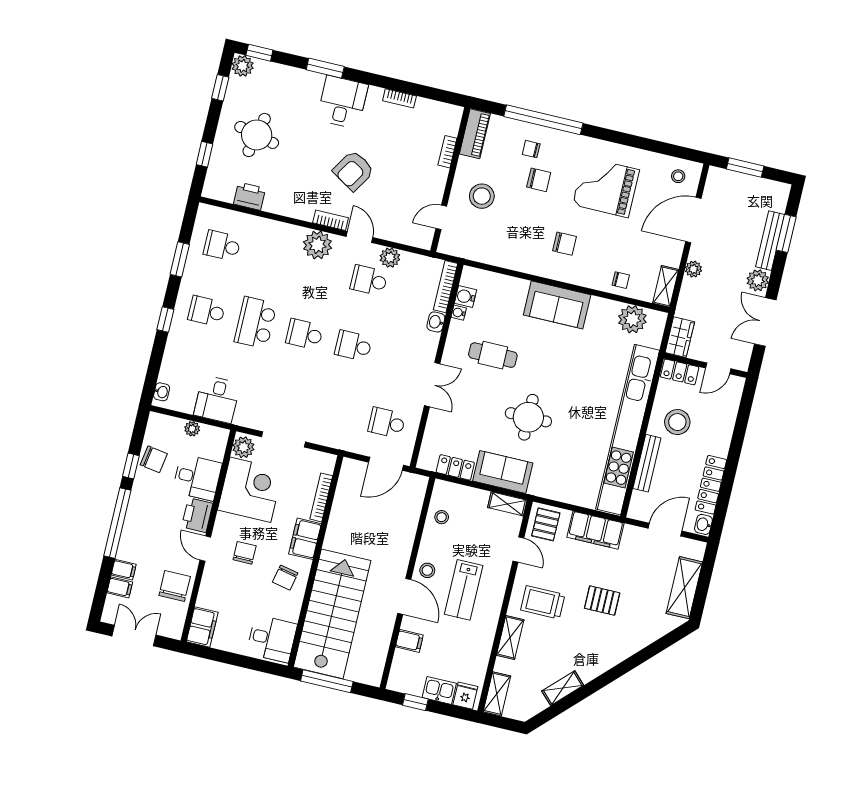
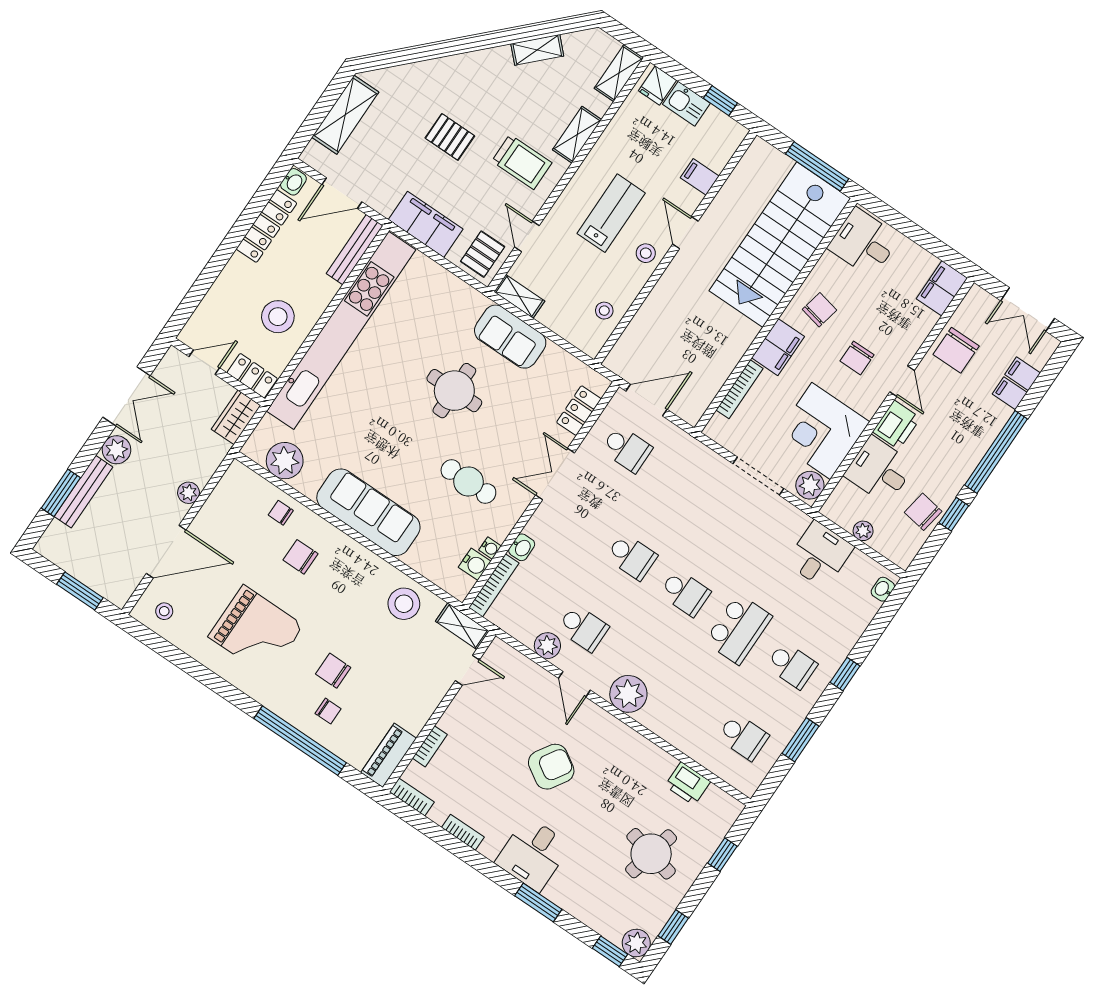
stool: (482, 196) -> (404, 604), moved
bookcase: (331, 220) -> (412, 797), moved, turned 180
chair: (564, 244) -> (301, 557), moved
shelving: (666, 286) -> (462, 626), moved, turned 90
sofa: (557, 305) -> (368, 512), width x1.36
bench: (647, 463) -> (355, 250), moved
locker: (455, 467) -> (579, 411), moved, turned 90
door: (404, 596) -> (685, 233), width x0.73

